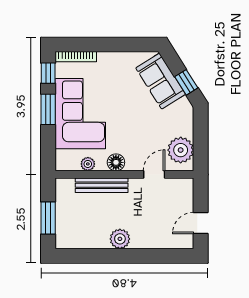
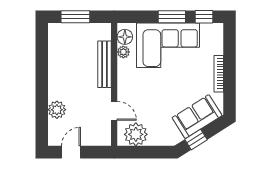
bookcase: (76, 57) -> (219, 74), moved
floor lamp: (116, 162) -> (125, 37), moved
door: (201, 223) -> (71, 152), hinge flipped
plant: (120, 239) -> (57, 110), moved

